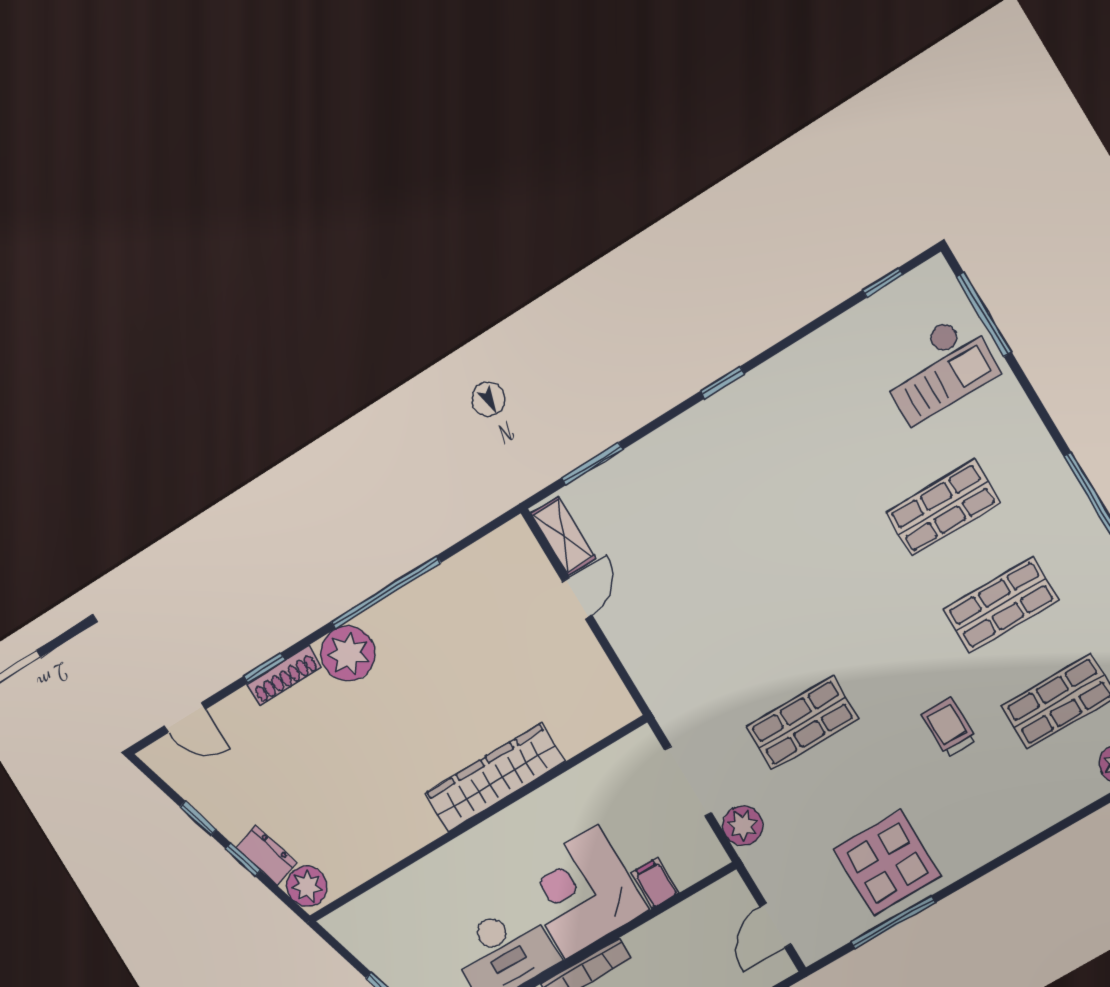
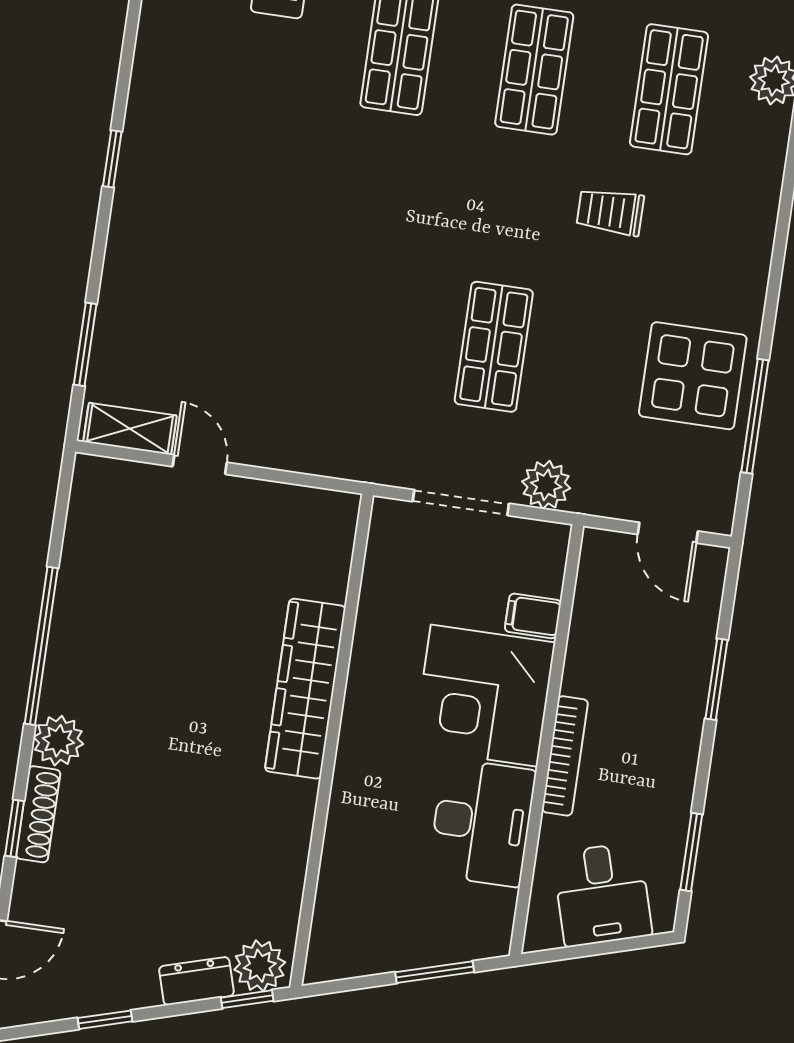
plant: (348, 654) -> (58, 741), width x0.73, depth x0.73
window: (243, 860) -> (247, 999), moved

